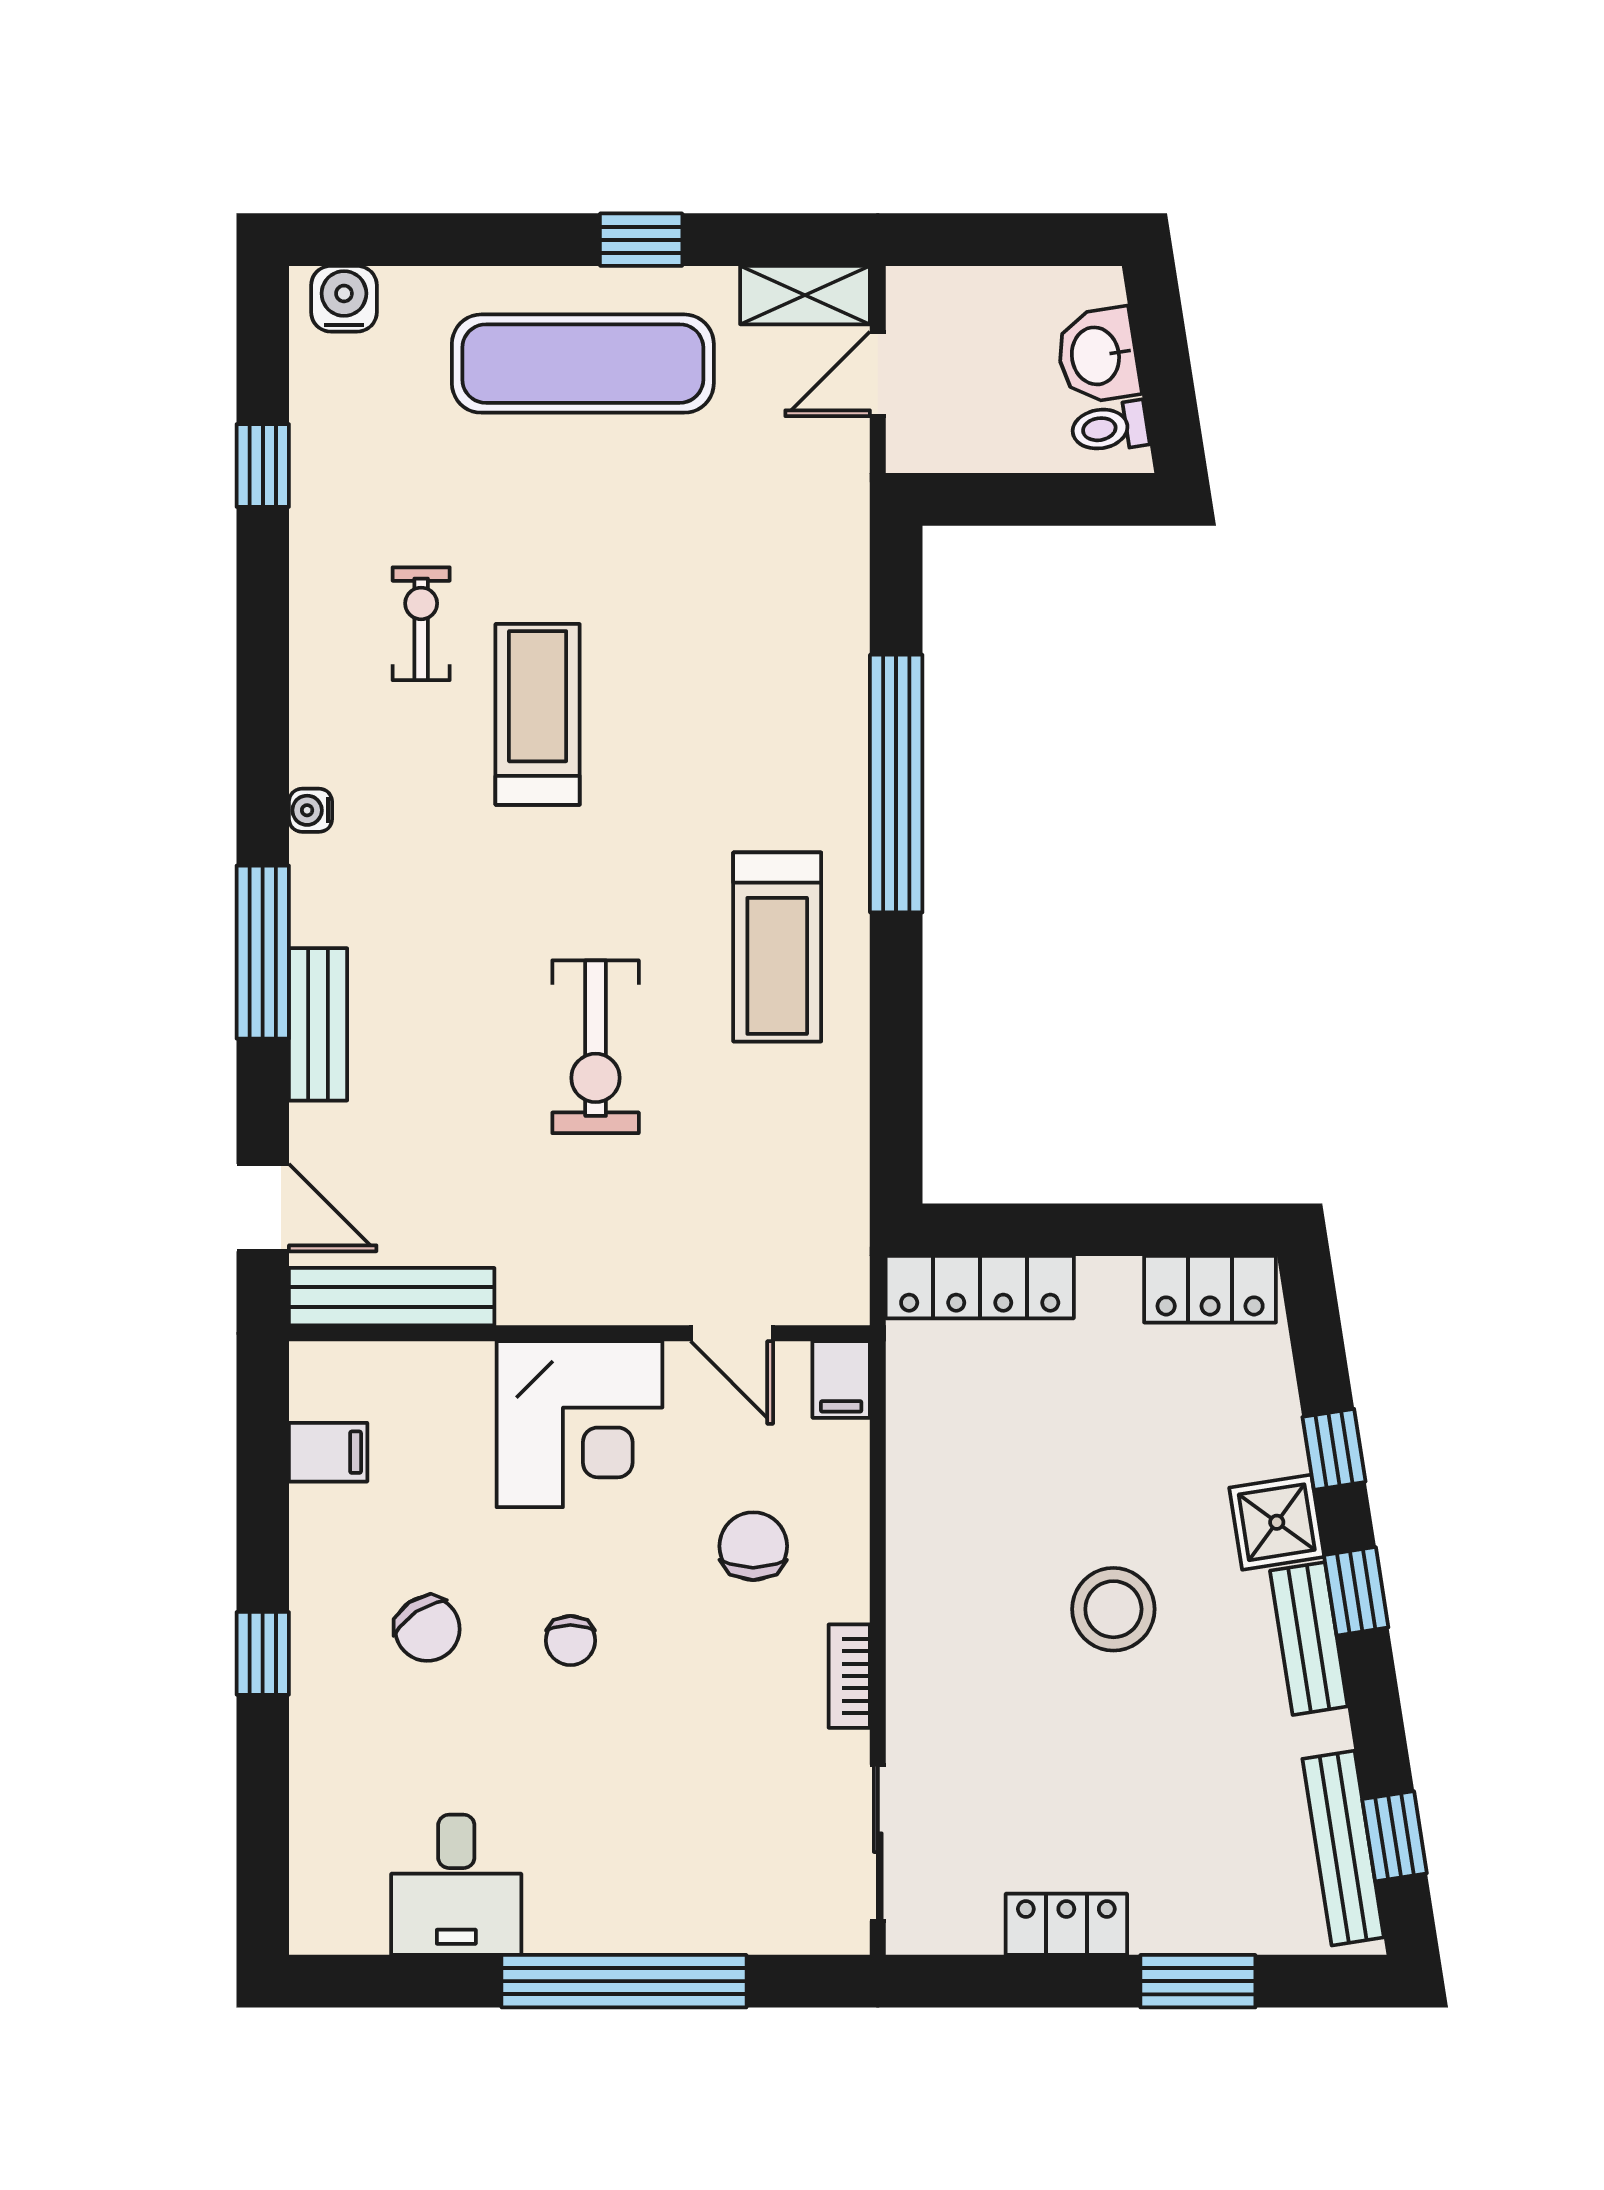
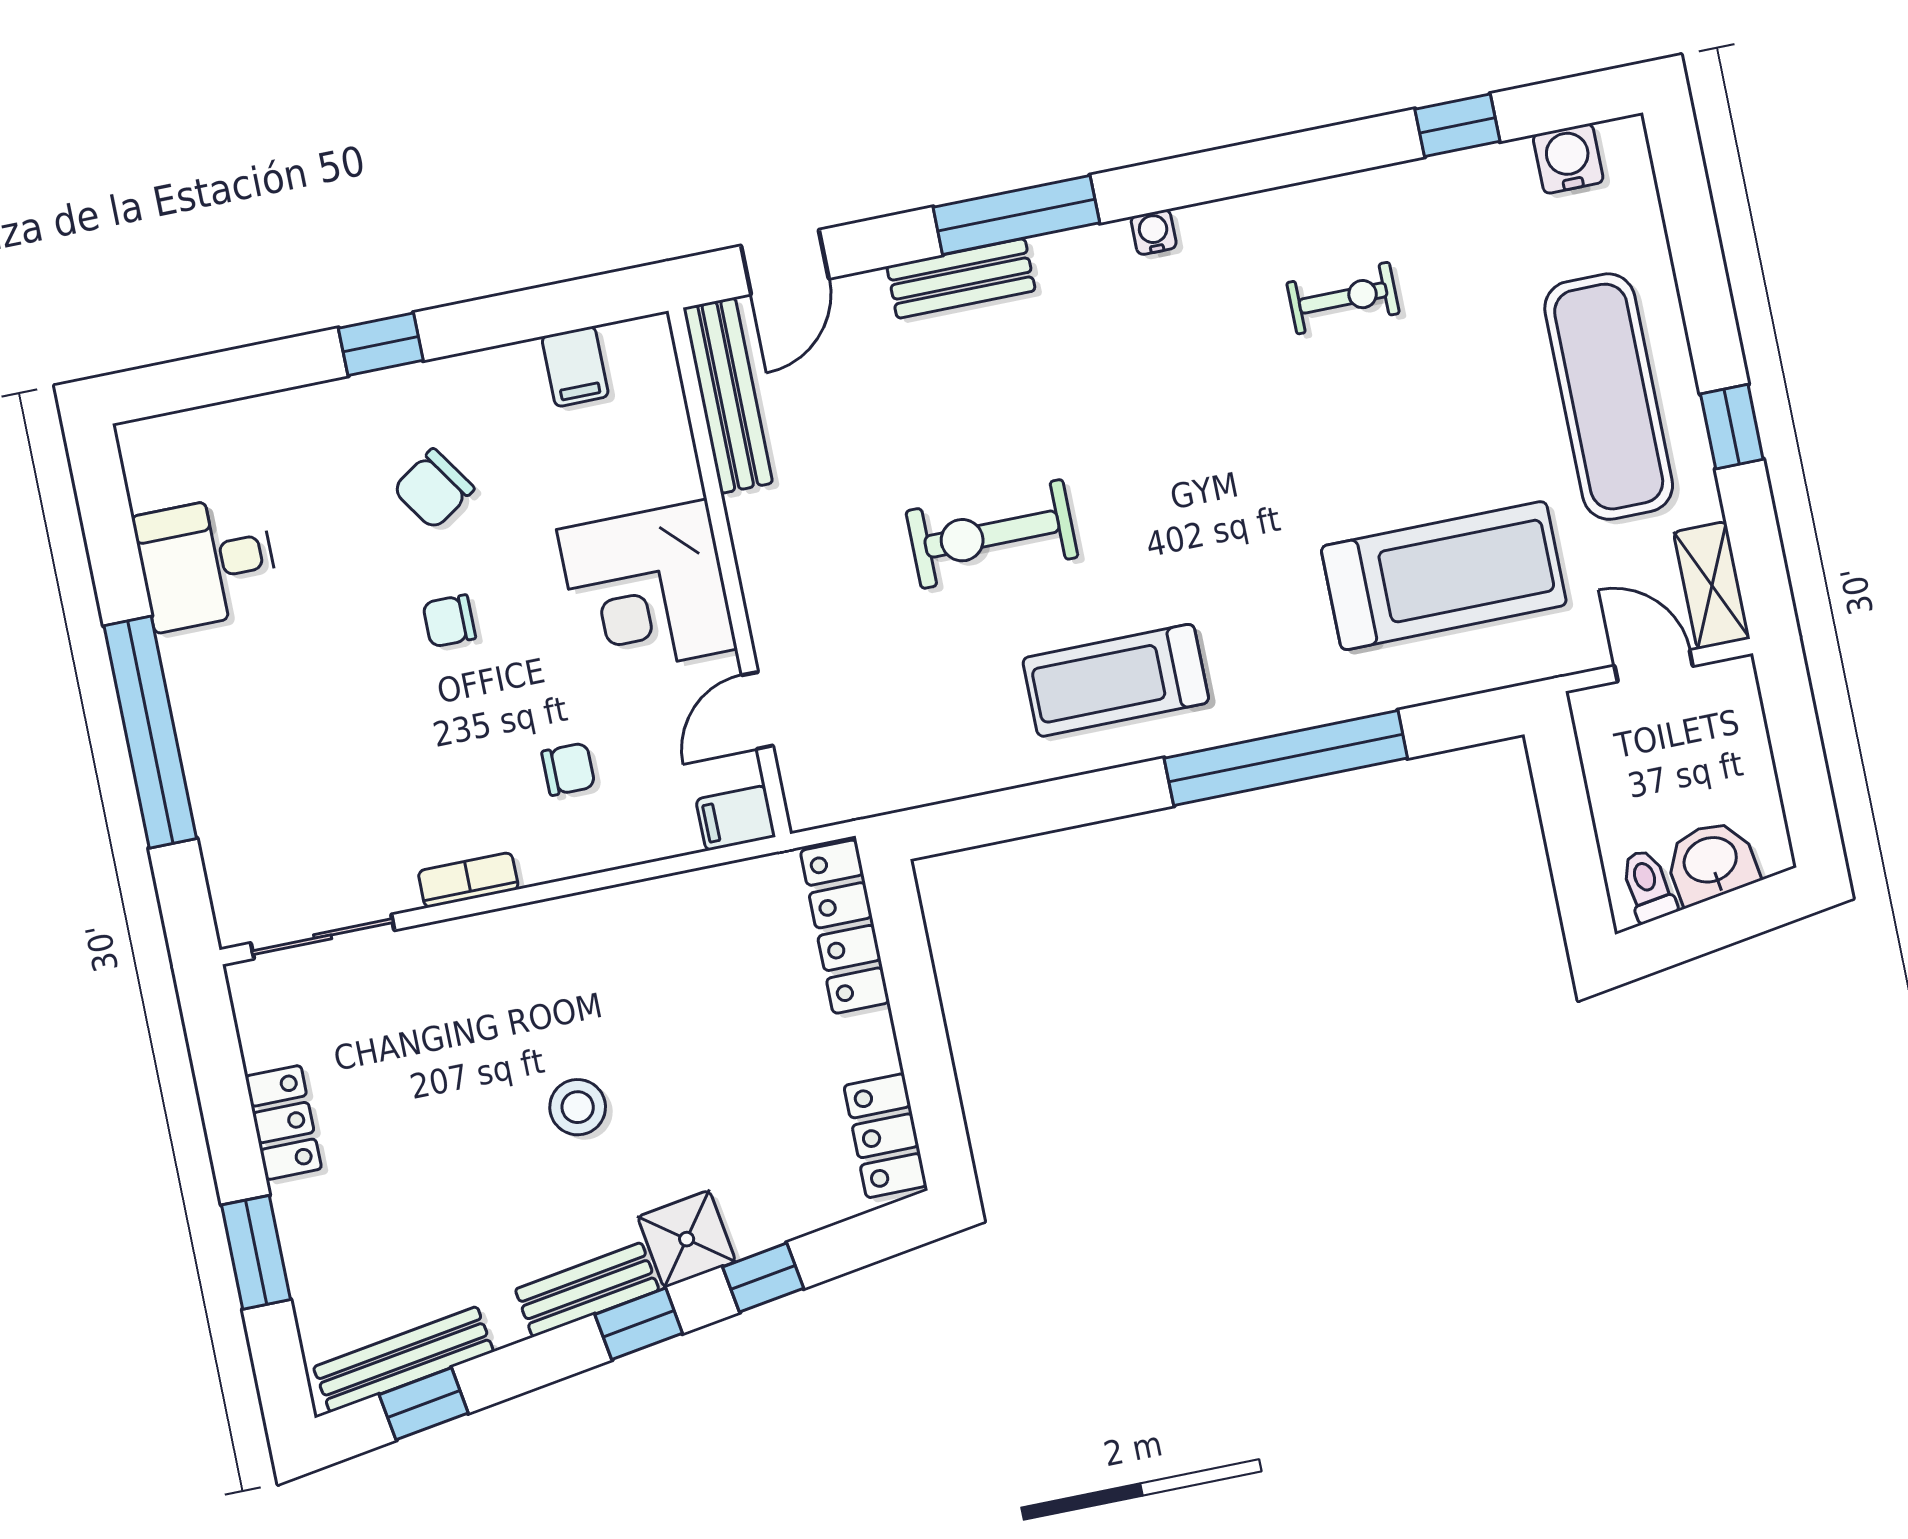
water cooler: (344, 299) -> (1568, 159), moved, turned -90
treadmill: (538, 714) -> (1444, 576), moved, width x1.37, depth x1.37
chair: (753, 1546) -> (568, 769), width x0.73, depth x0.73
stool: (1113, 1609) -> (578, 1107), width x0.73, depth x0.73

